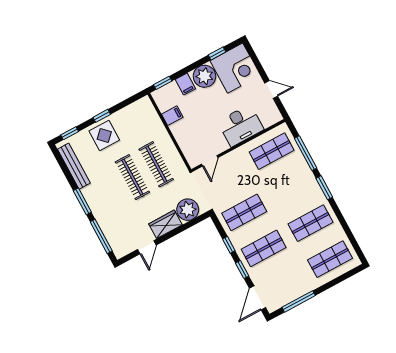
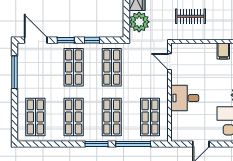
desk: (241, 126) -> (185, 98), width x0.73
clothes rail: (156, 164) -> (190, 16), width x0.73
shop shelf: (291, 187) -> (112, 117), added

